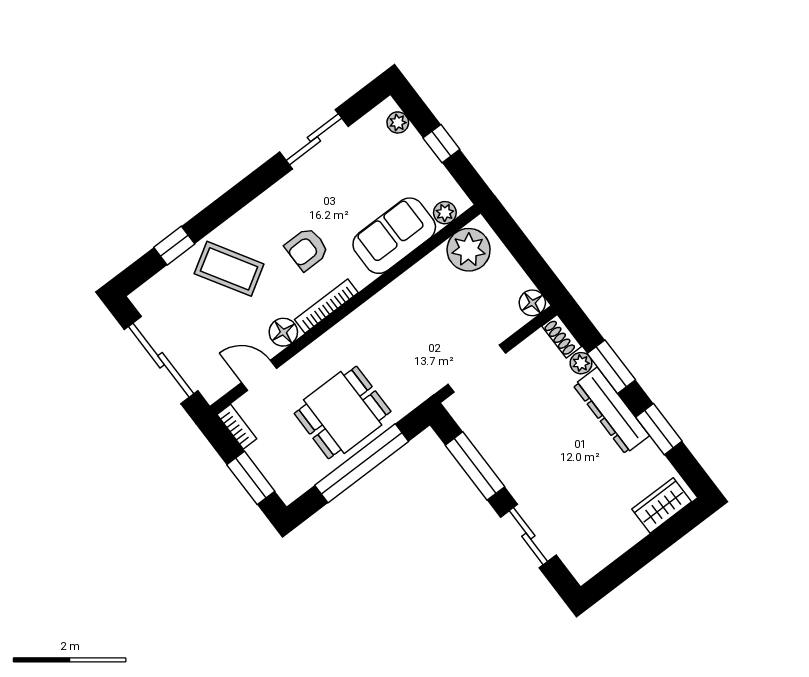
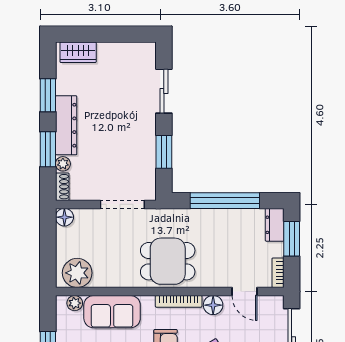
dining table: (343, 412) -> (168, 261), moved
window: (475, 466) -> (164, 152), width x0.69
dresser: (283, 479) -> (275, 225), added

